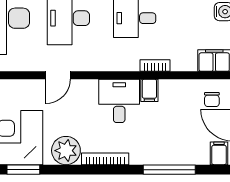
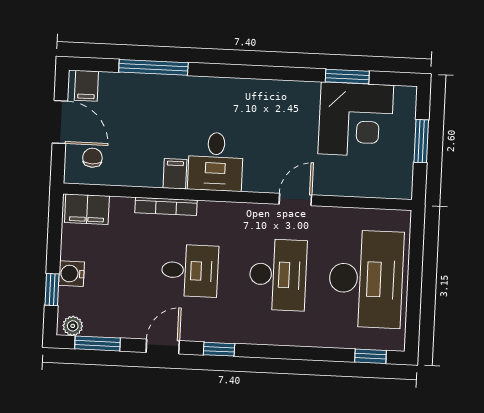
bookcase: (155, 66) -> (166, 206), width x1.56
plant: (66, 151) -> (289, 99), removed
bookcase: (105, 159) -> (238, 86), removed

